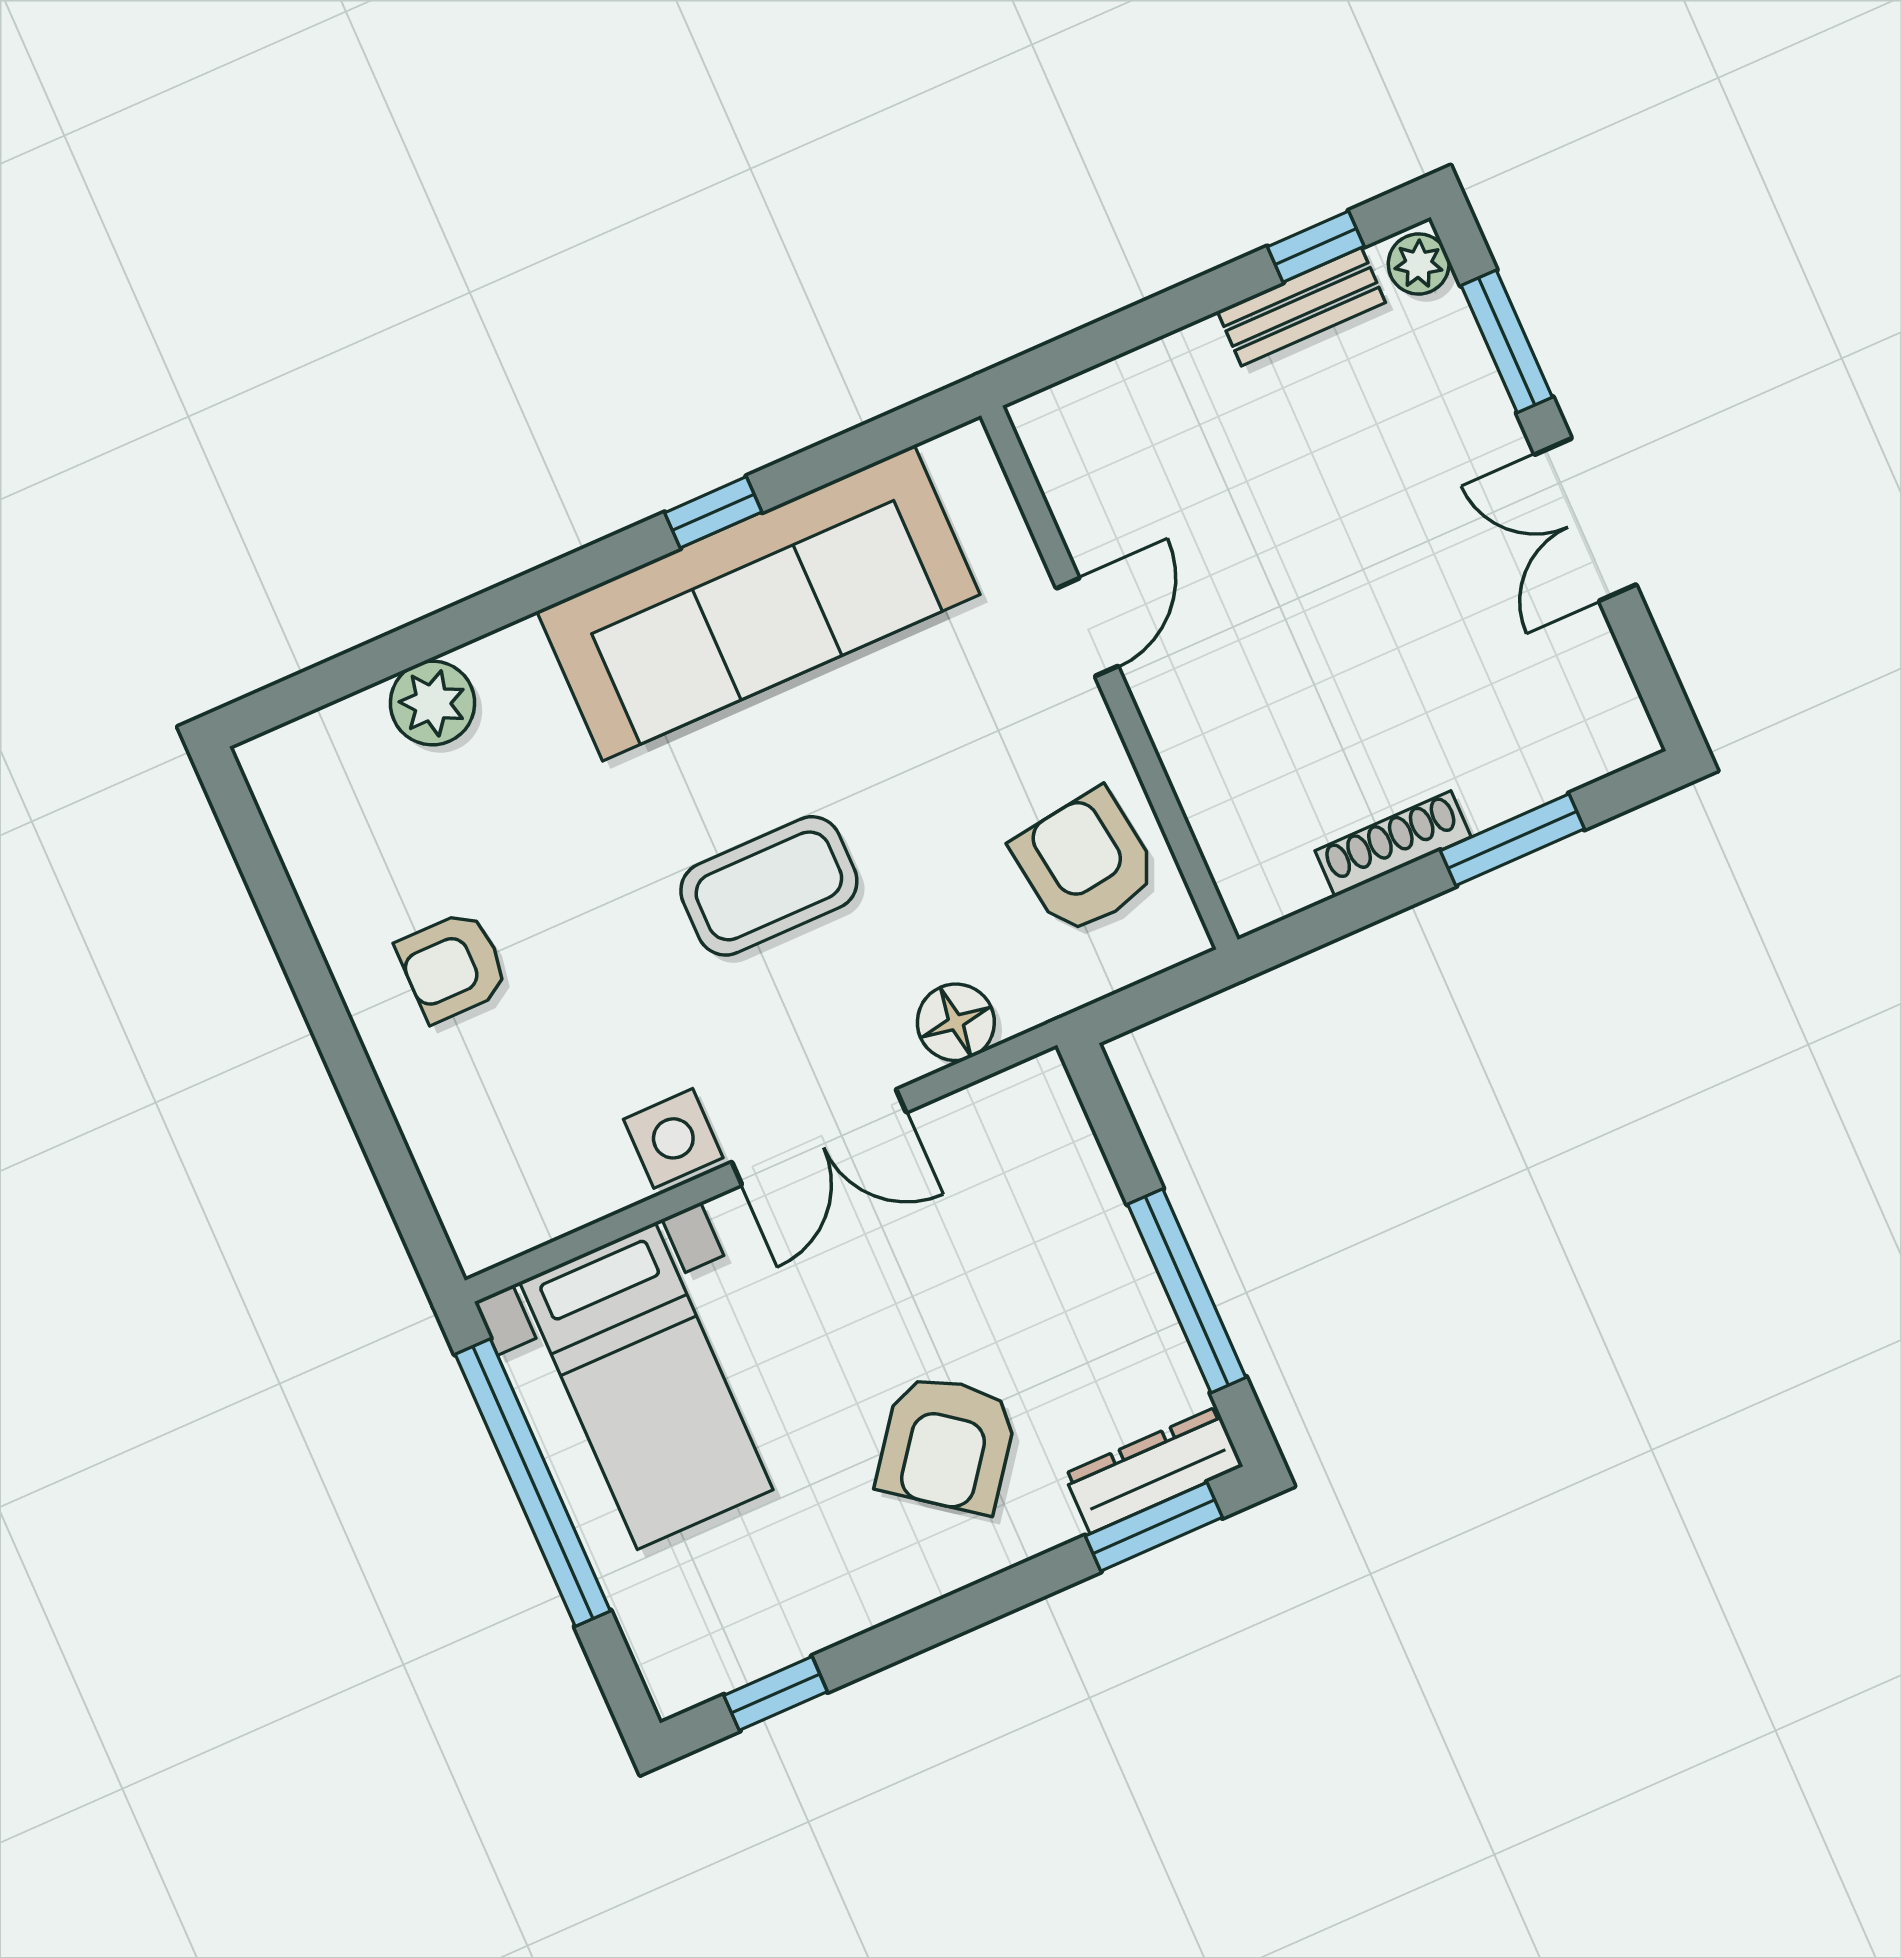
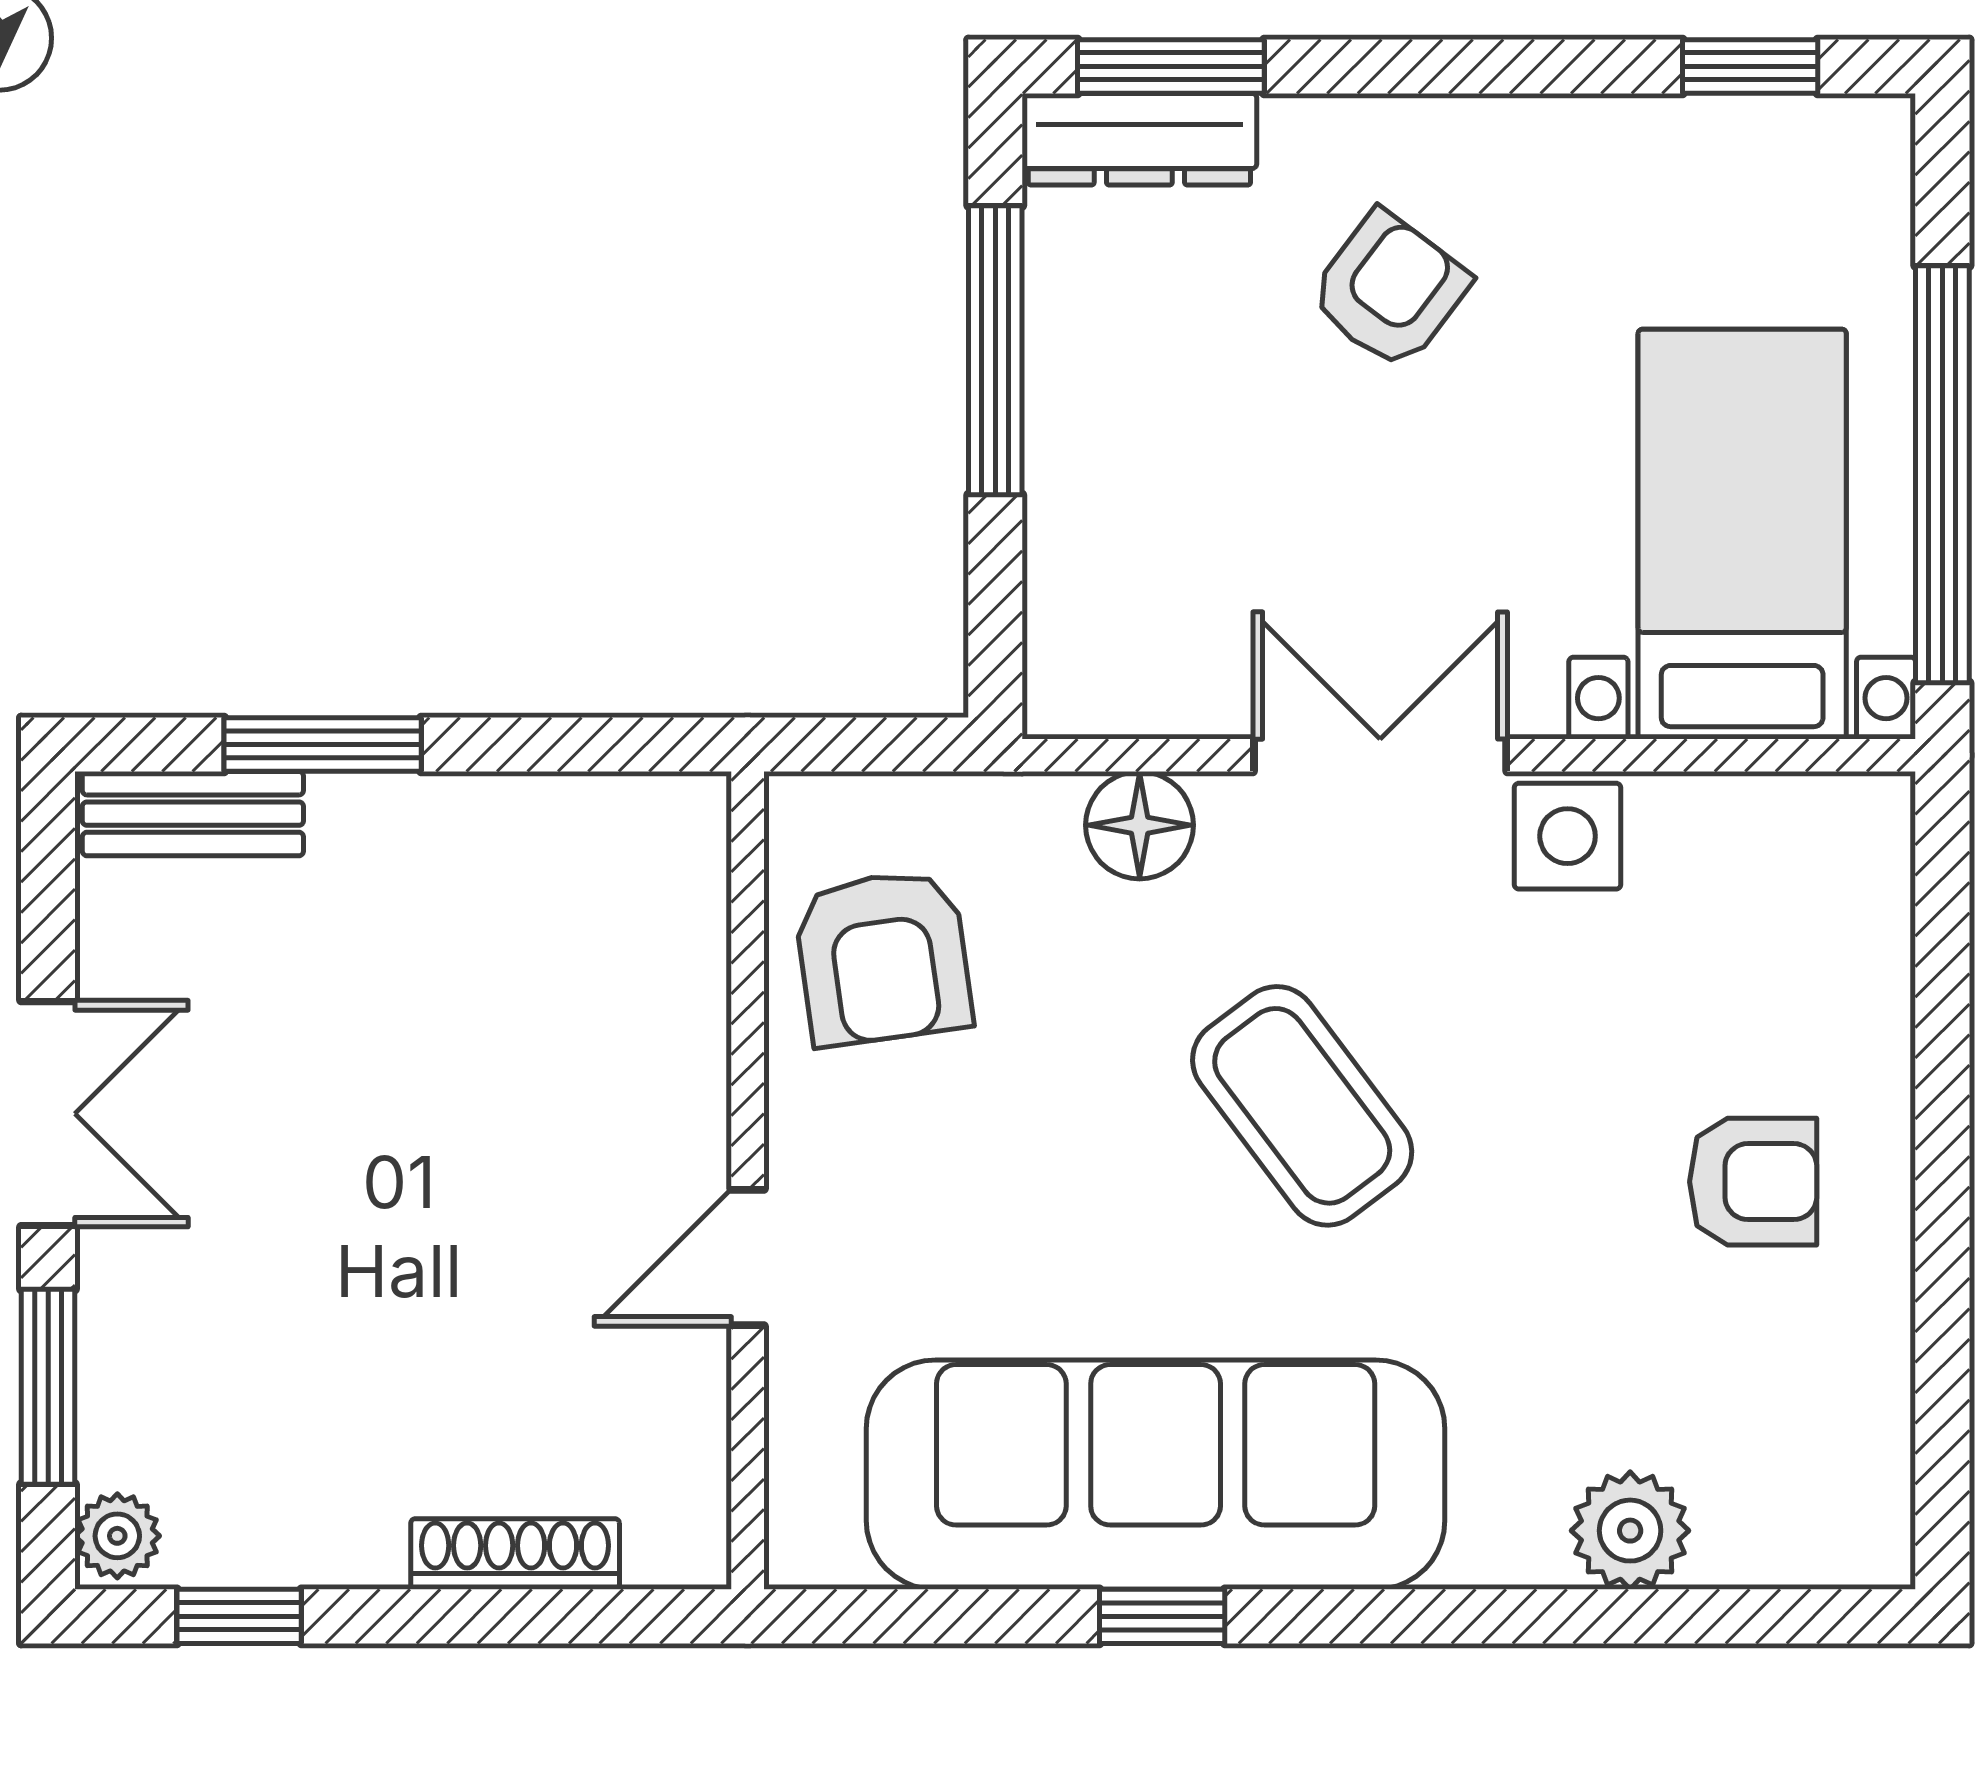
bench: (1301, 307) -> (193, 814), moved
shoe rack: (1393, 844) -> (515, 1554), moved, turned 180
coffee table: (769, 886) -> (1302, 1106), turned 53
armchair: (947, 1444) -> (1389, 290), width x0.72, depth x0.72

